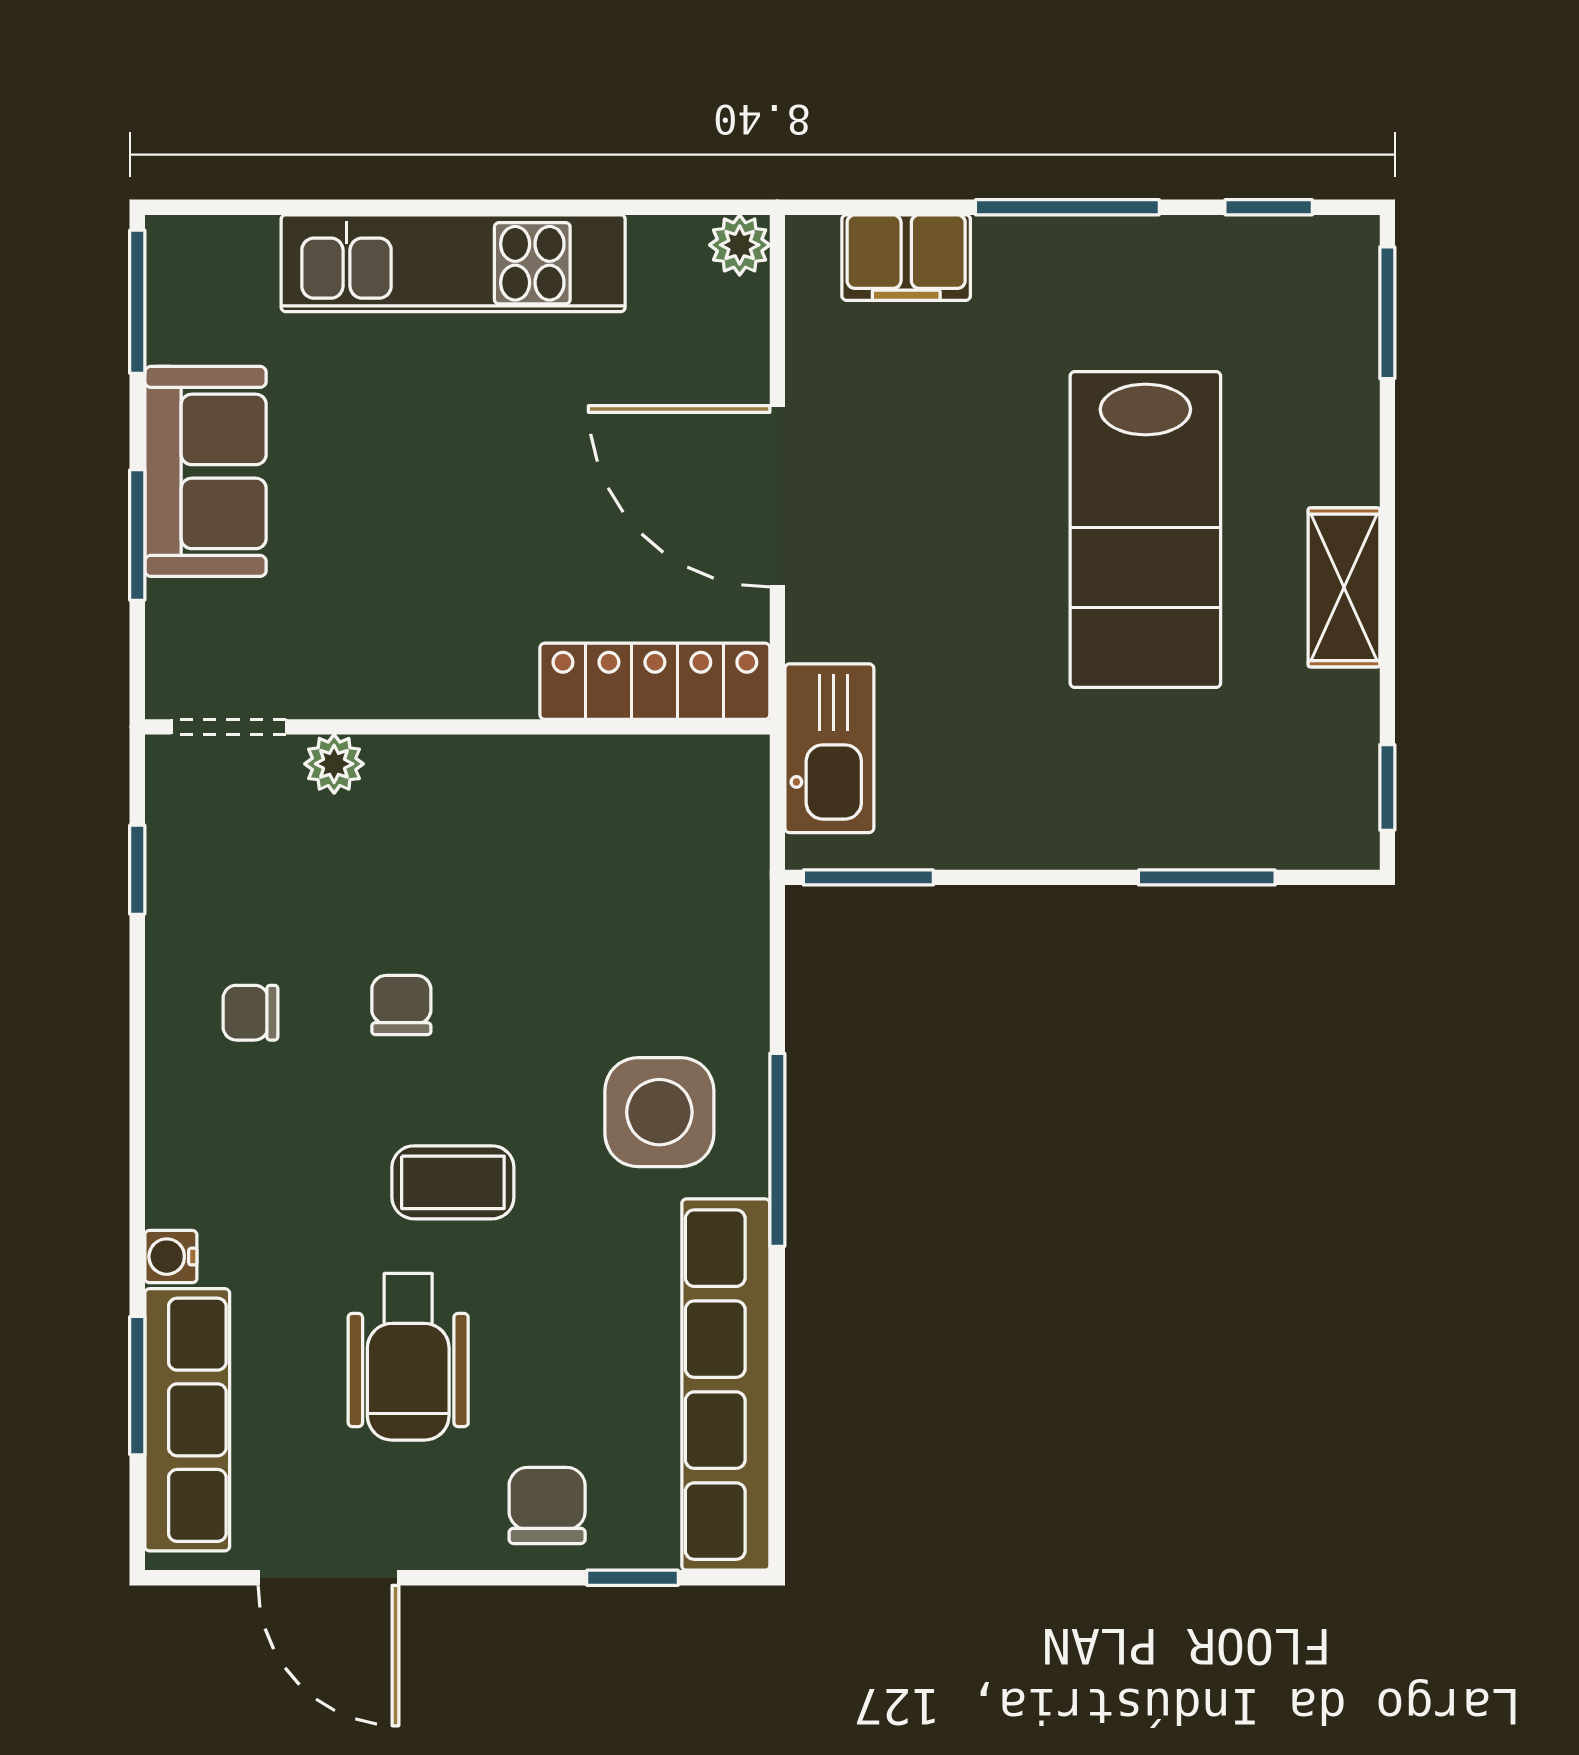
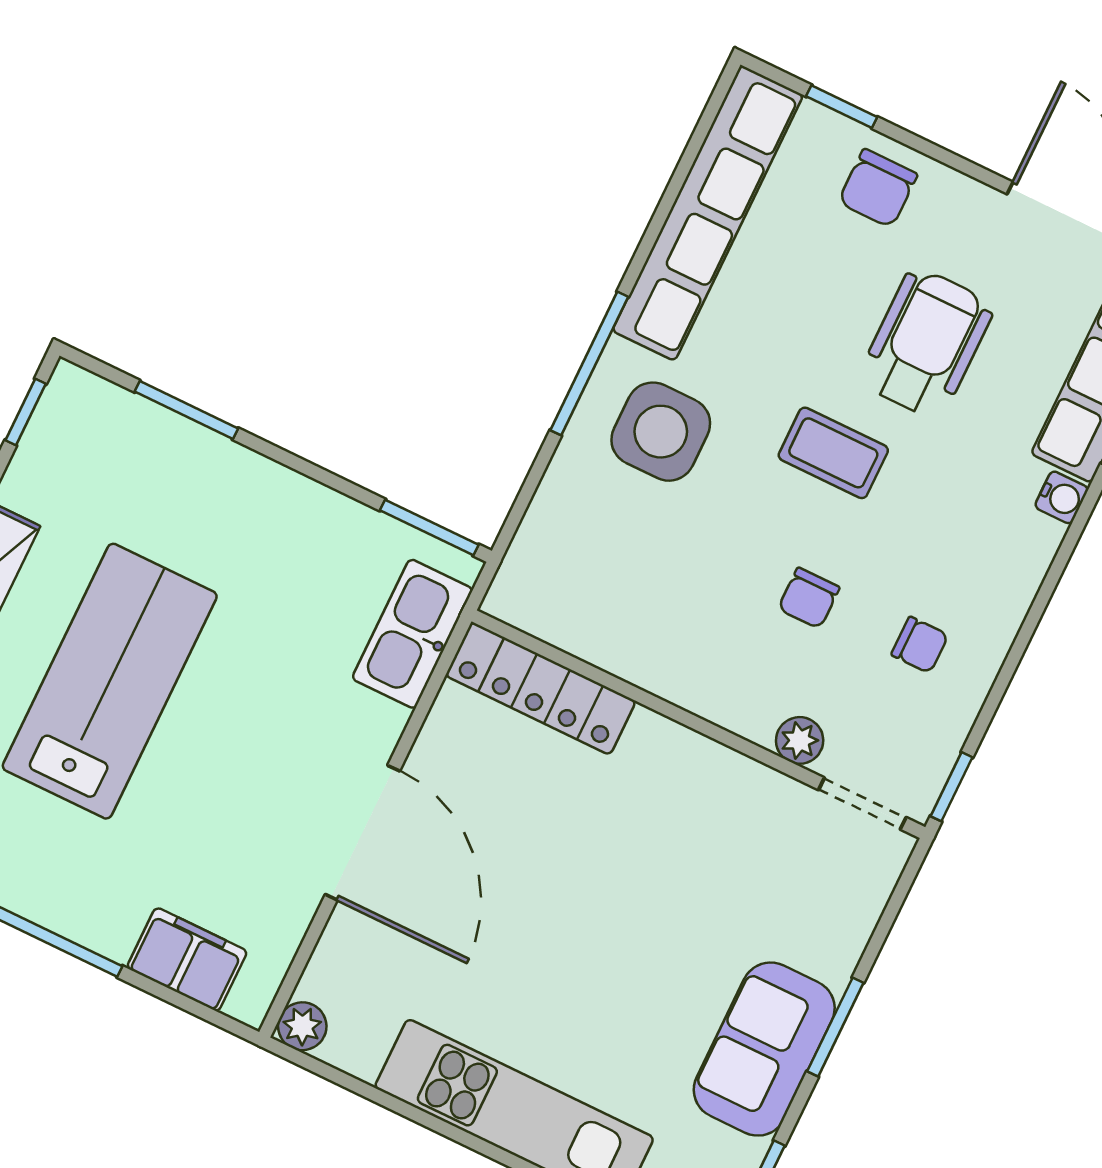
locker: (655, 681) -> (541, 688), moved
doorway: (229, 727) -> (862, 804), moved
wall: (457, 727) -> (698, 724), moved
plant: (334, 764) -> (800, 740), moved

